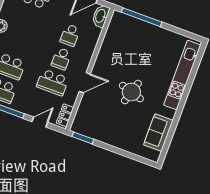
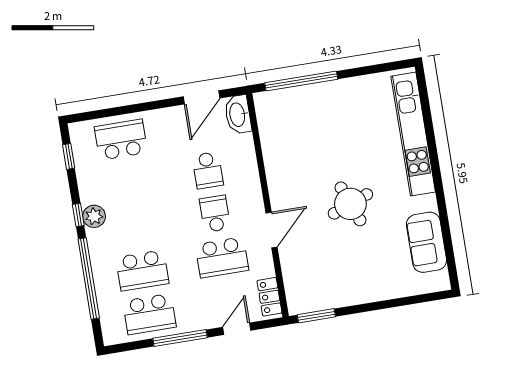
school desk: (61, 59) -> (215, 214), turned 180
round table: (131, 92) -> (350, 204), turned -38

